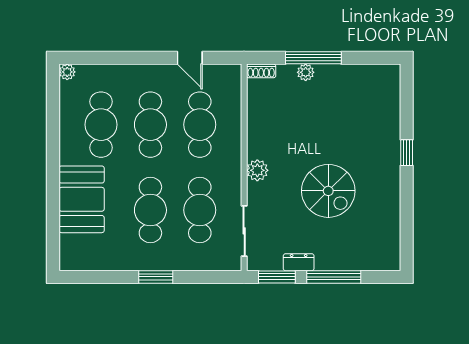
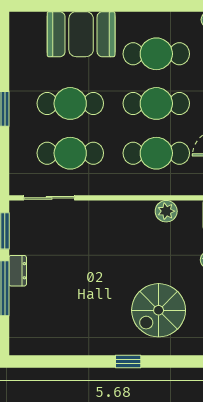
plant: (257, 170) -> (166, 211), moved
spiral stairs: (328, 191) -> (159, 310), moved
dresser: (299, 262) -> (18, 271), moved

